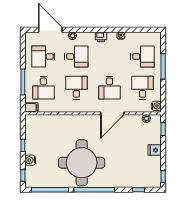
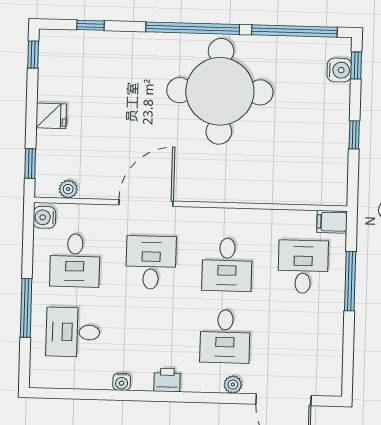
desk: (43, 56) -> (301, 338), removed
desk: (76, 56) -> (225, 336), turned -90
water cooler: (30, 160) -> (339, 70), moved

